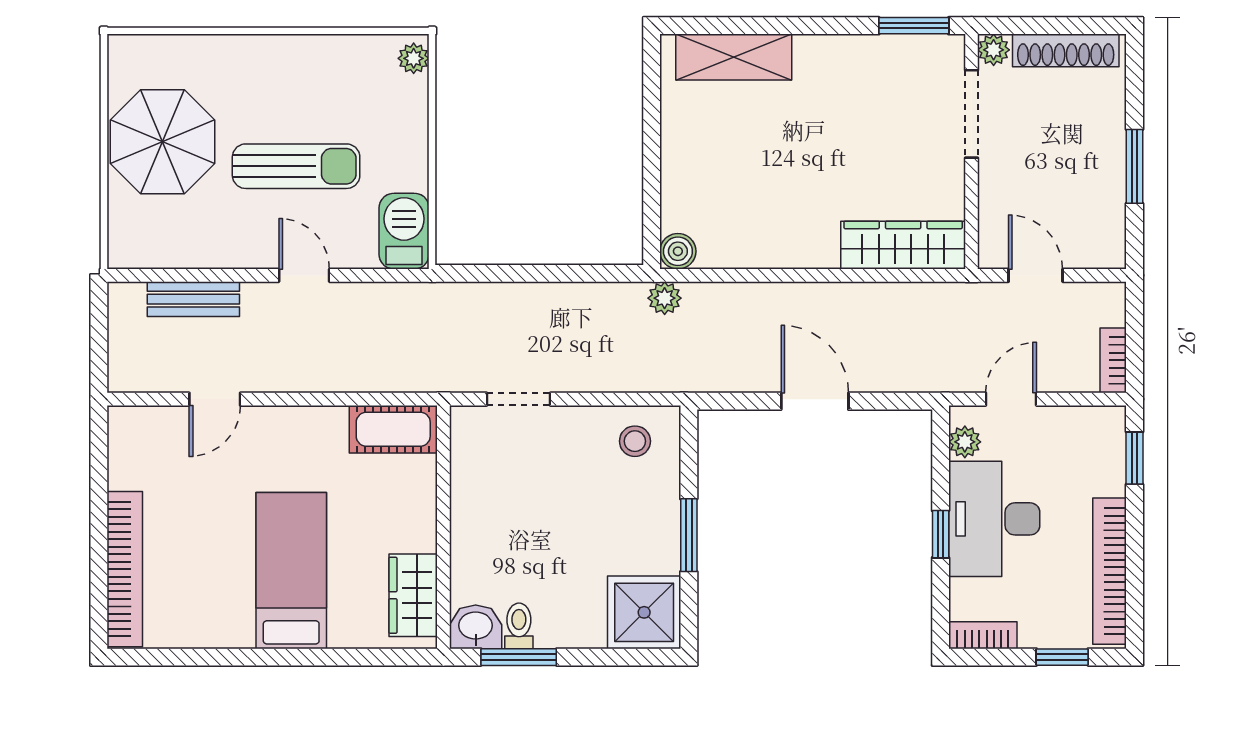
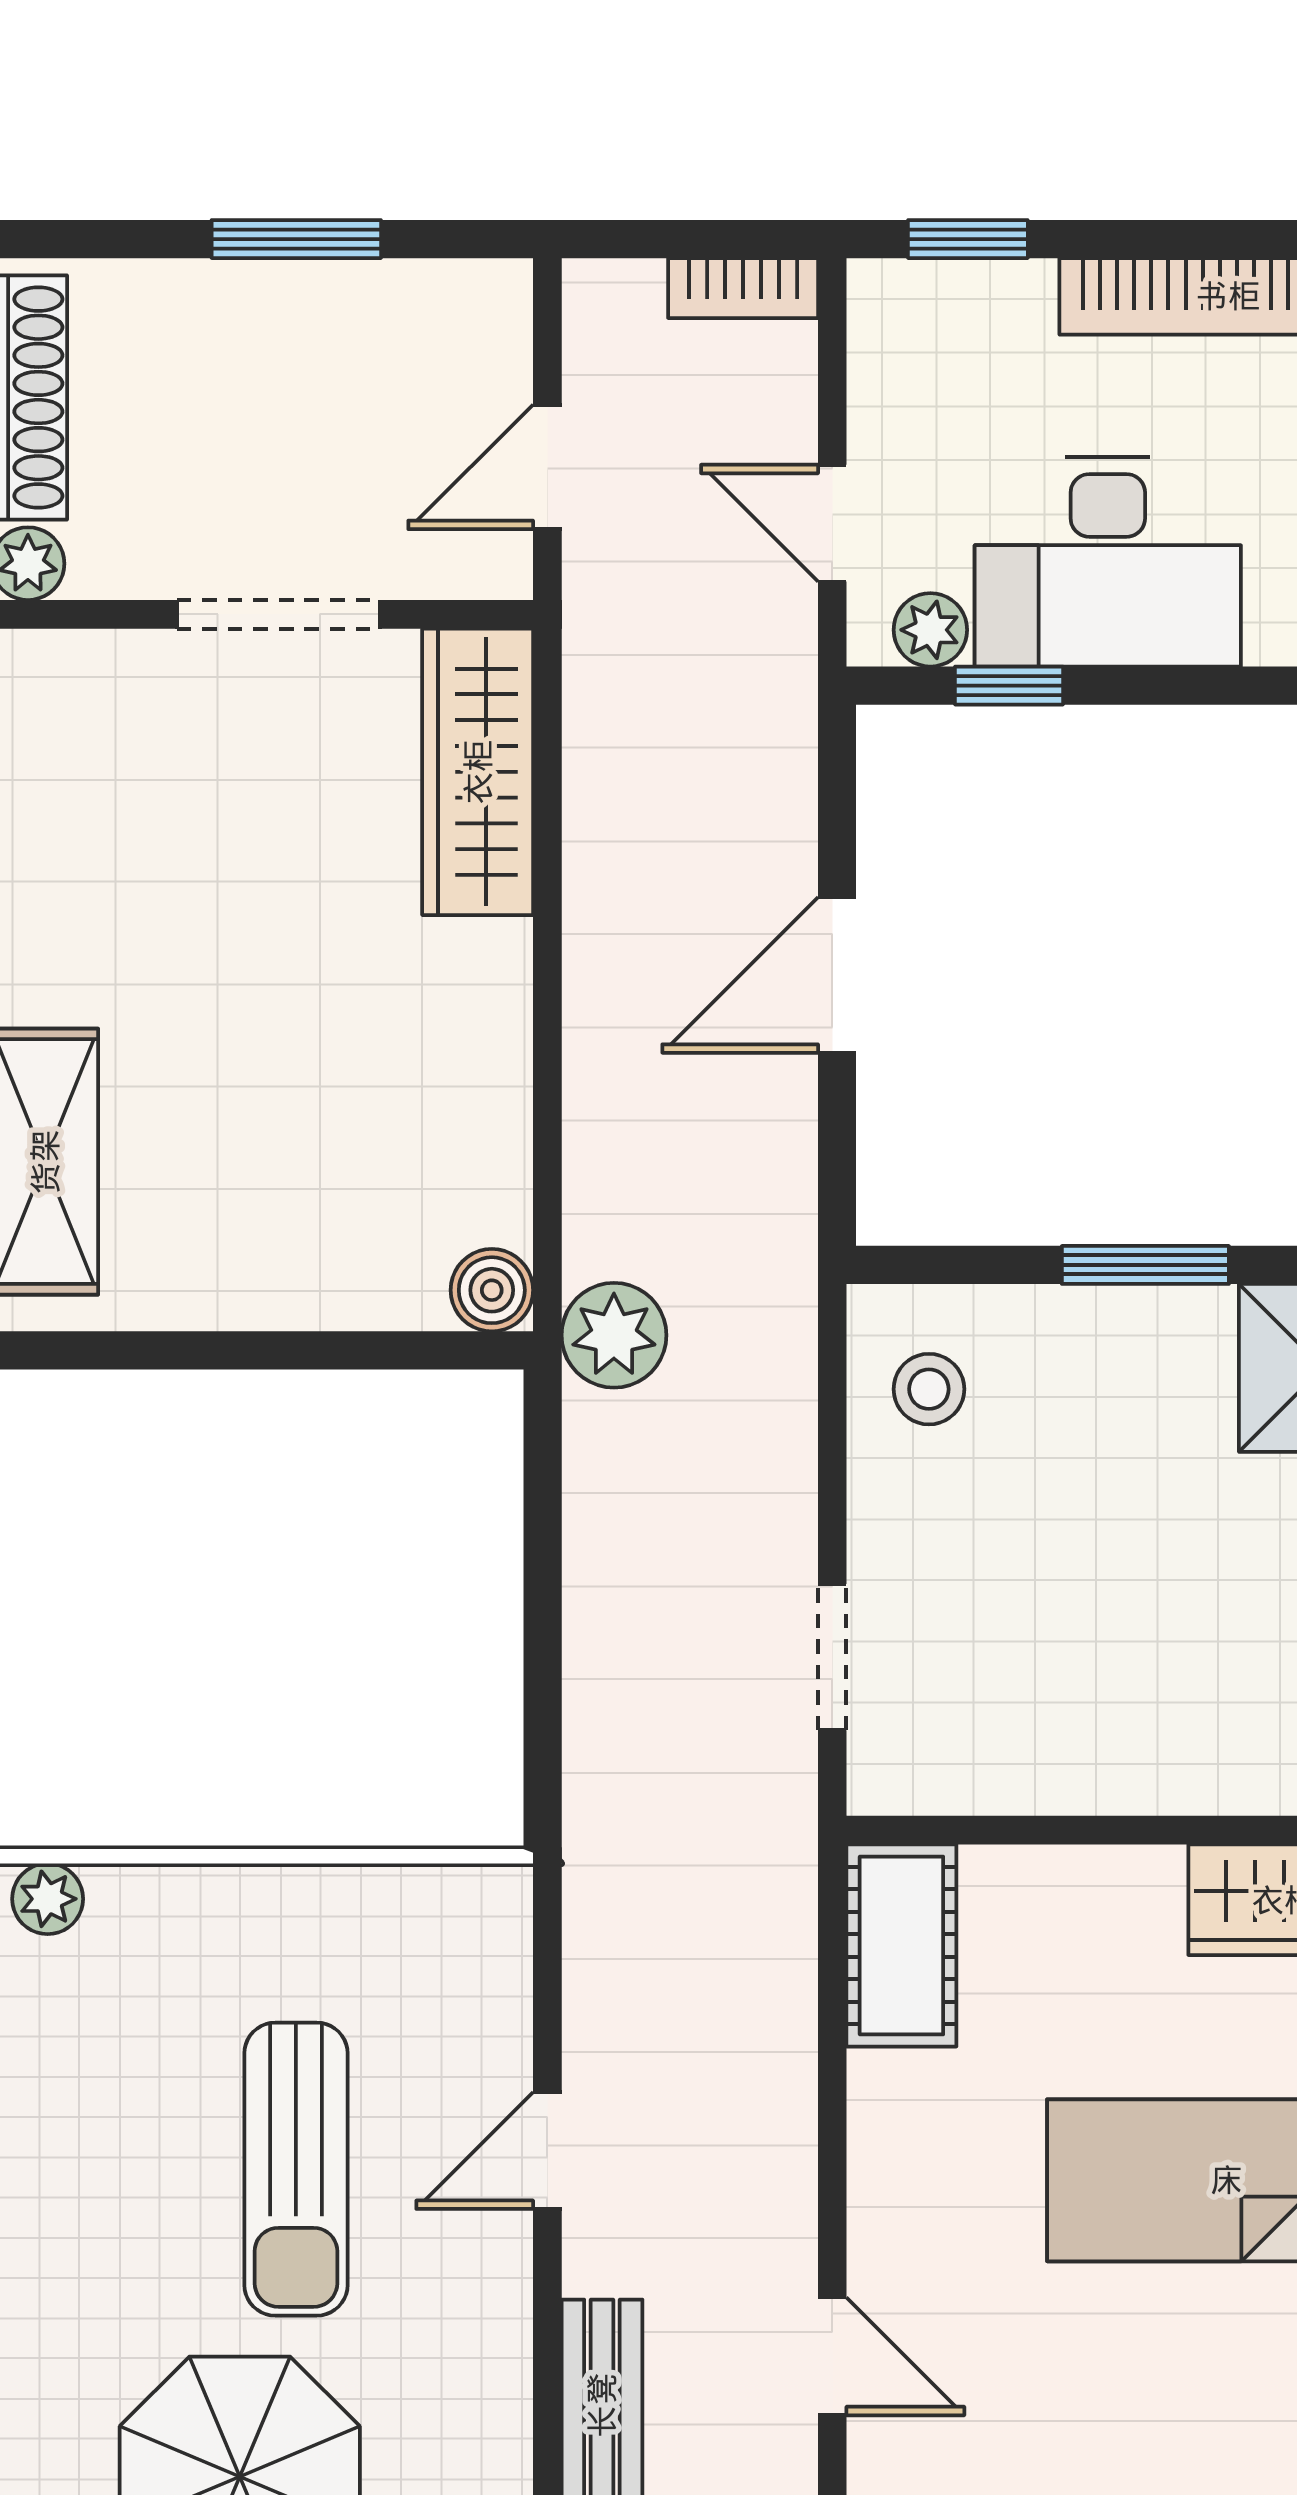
doorway: (972, 114) -> (278, 614), moved
sun lounger: (296, 166) -> (296, 2169), turned 180
barbecue: (404, 231) -> (445, 1921), removed
plant: (665, 298) -> (614, 1335), width x1.38, depth x1.38
window: (941, 534) -> (1009, 686), moved

